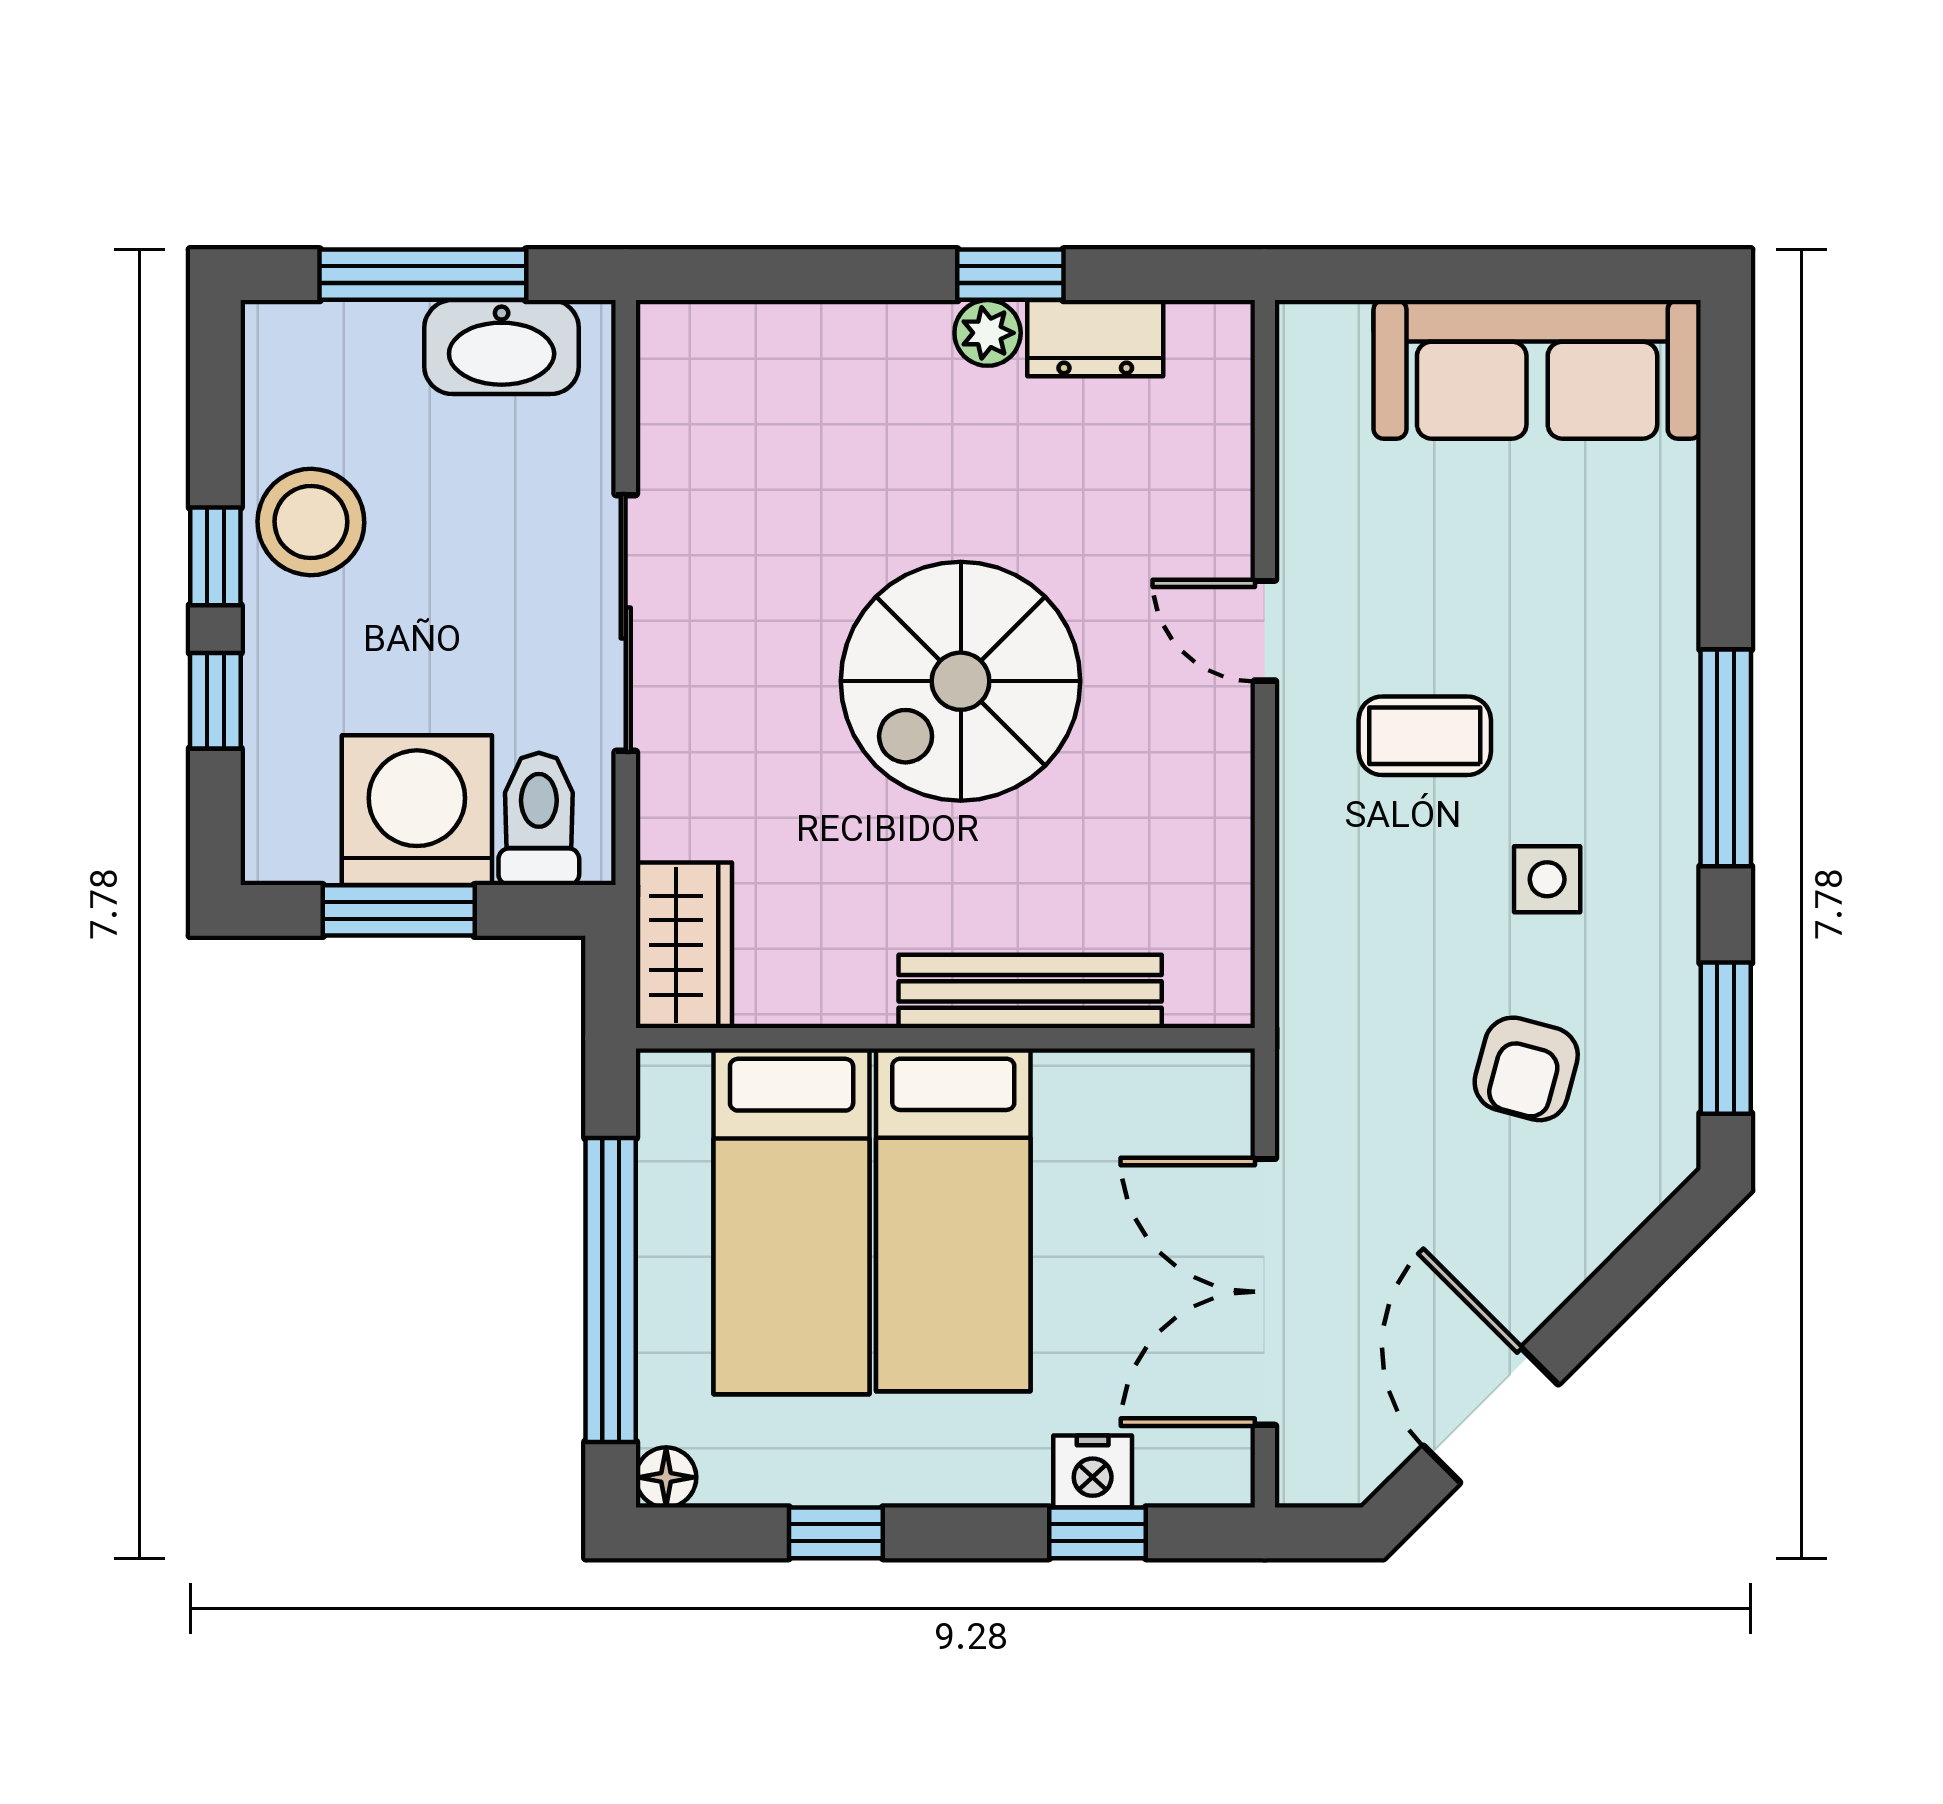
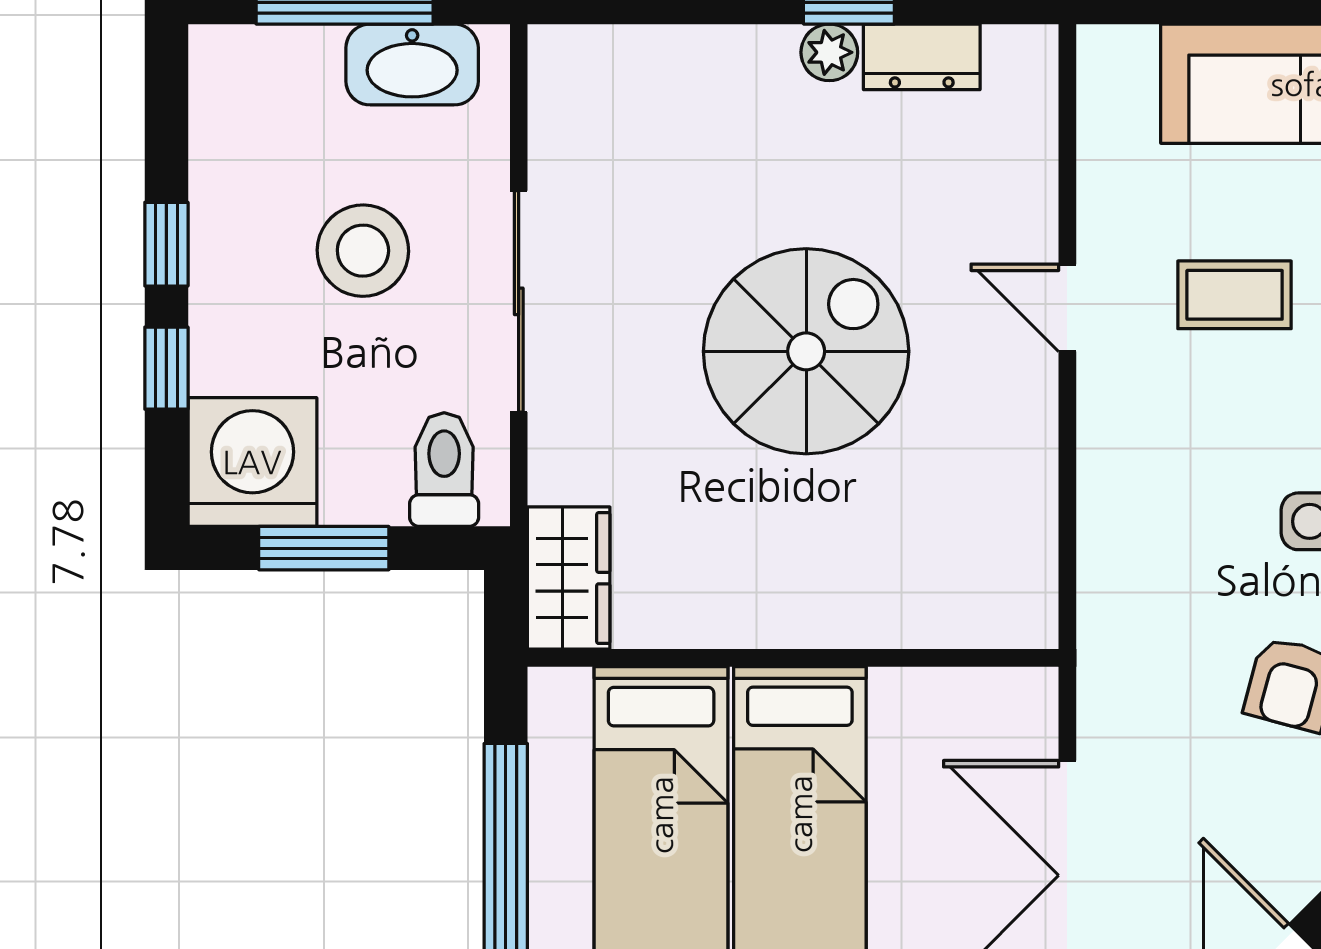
stool: (311, 522) -> (363, 251), moved
spiral stairs: (961, 681) -> (806, 351), turned 180
coffee table: (1425, 736) -> (1235, 295), moved
washing machine: (417, 810) -> (252, 462), moved
bench: (1030, 991) -> (866, 618), removed

